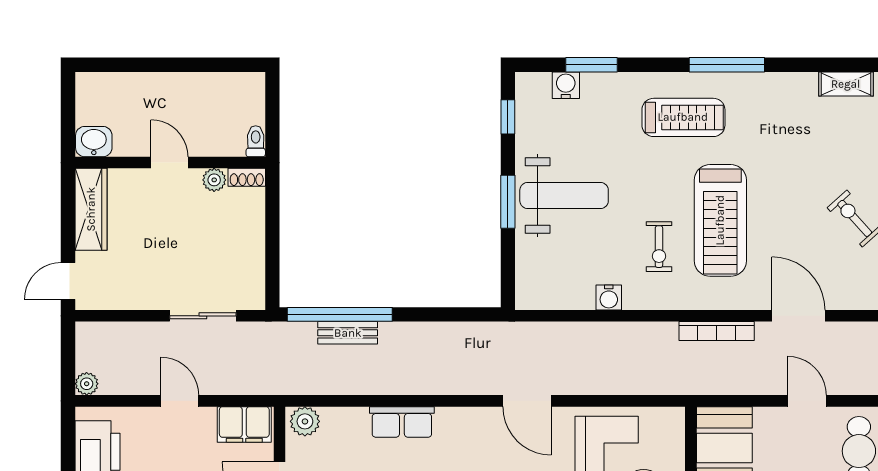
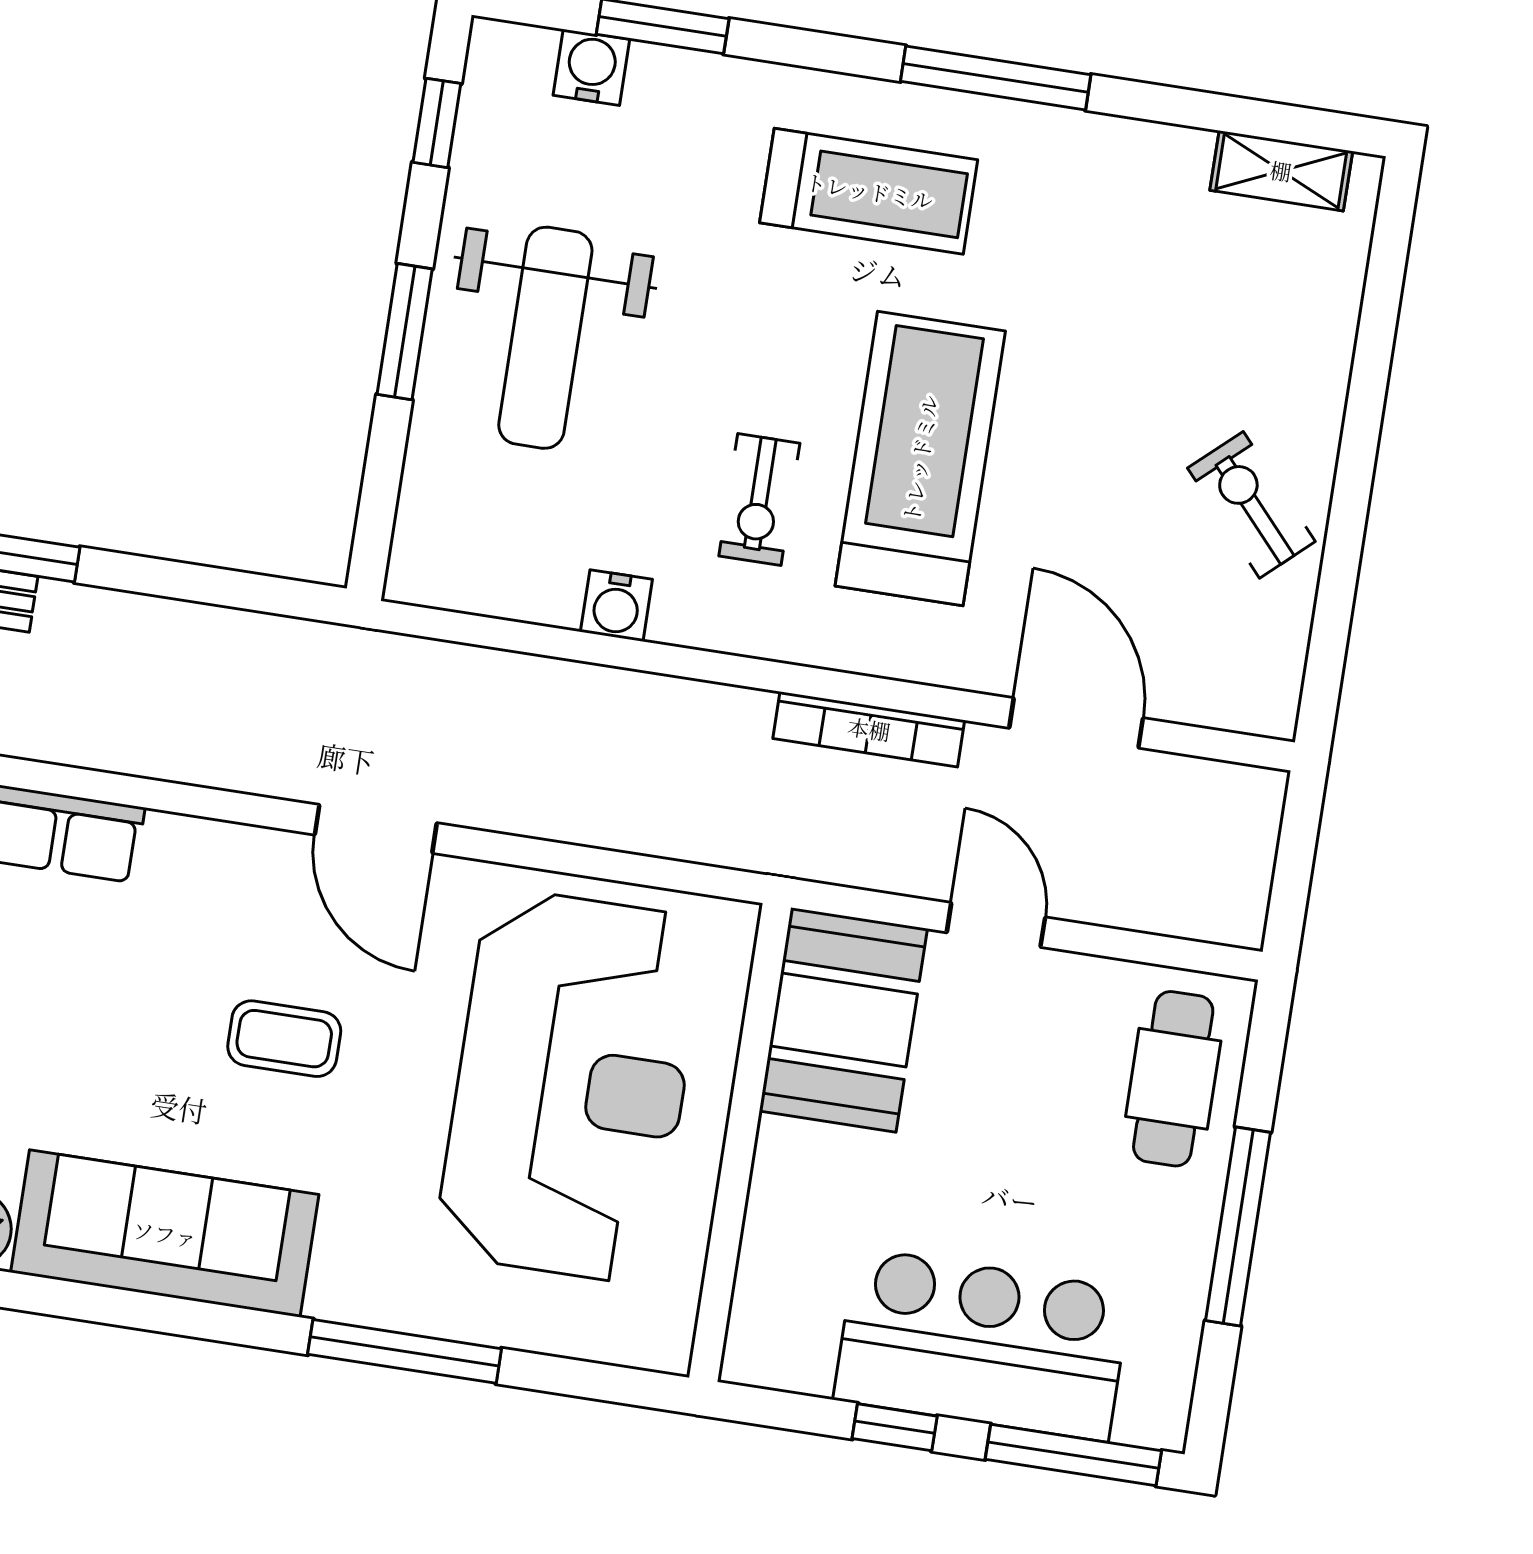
weight bench: (564, 195) -> (545, 338), turned 90
treadmill: (720, 220) -> (920, 459), turned 180
door: (807, 401) -> (996, 925), moved

